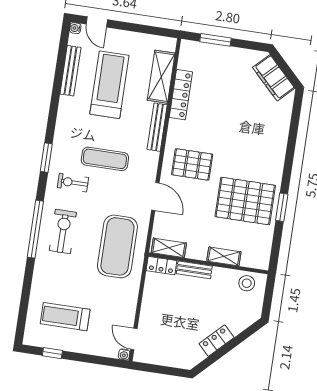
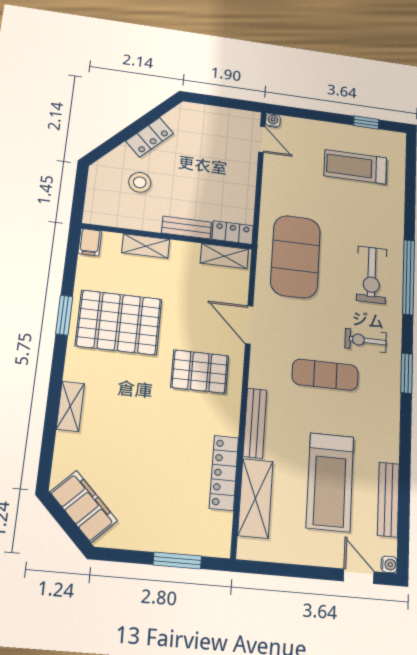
shelving: (280, 144) -> (70, 406), added
exercise bike: (73, 183) -> (366, 340), turned 180
filing cabinet: (263, 260) -> (90, 242), added
stool: (247, 283) -> (140, 182), moved
treadmill: (65, 317) -> (355, 167), turned 180

